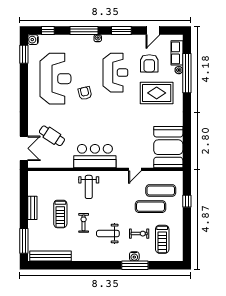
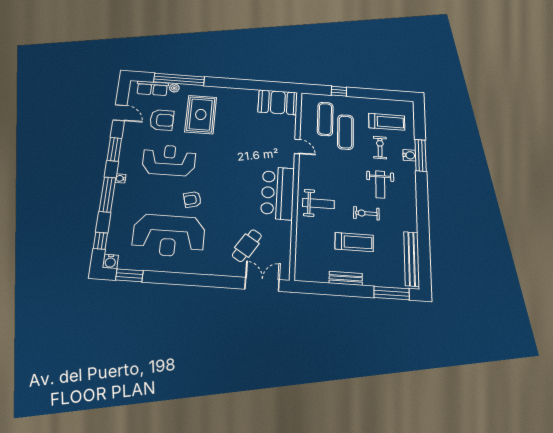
reception desk: (55, 79) -> (169, 236), turned 180
booth: (168, 147) -> (278, 102), width x0.73, depth x0.70

